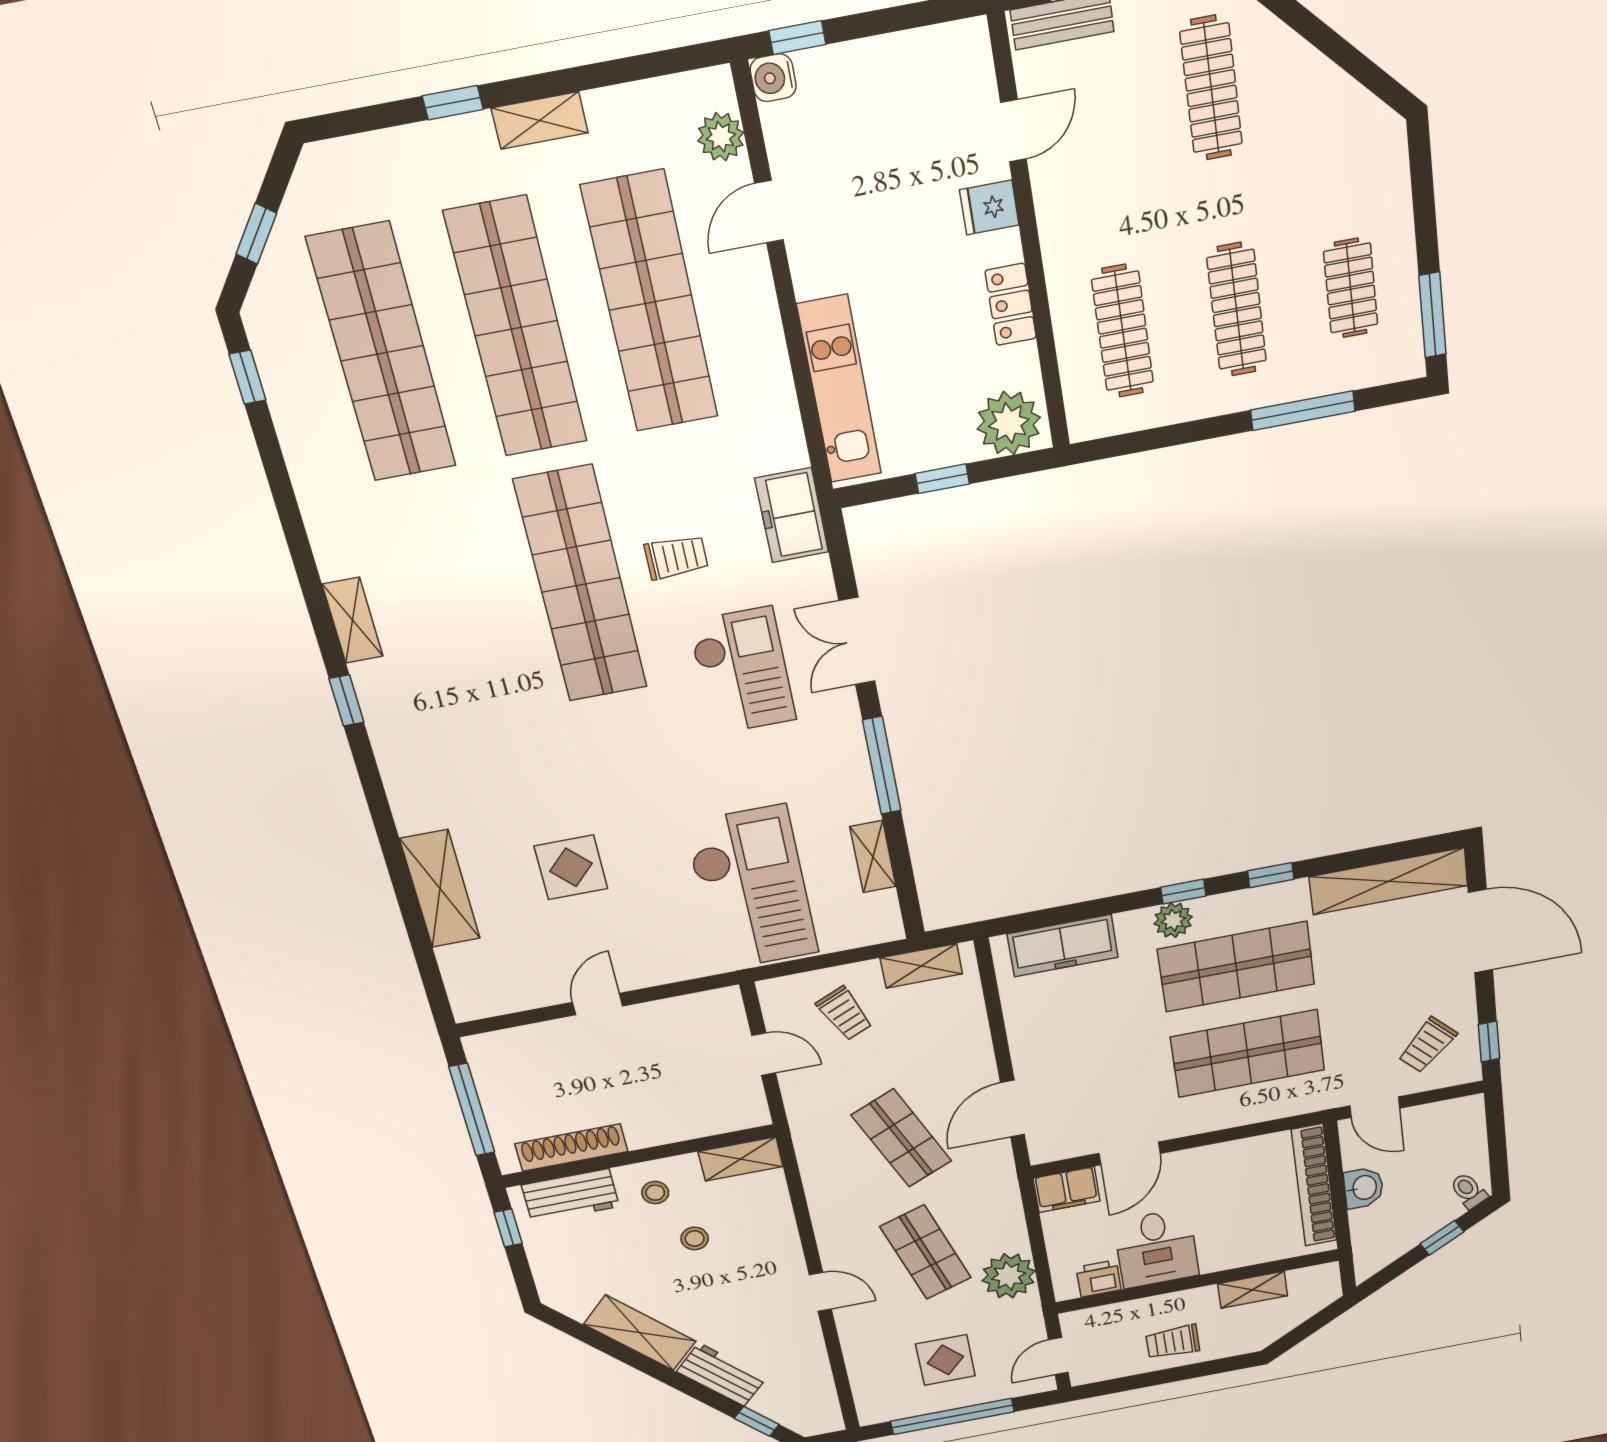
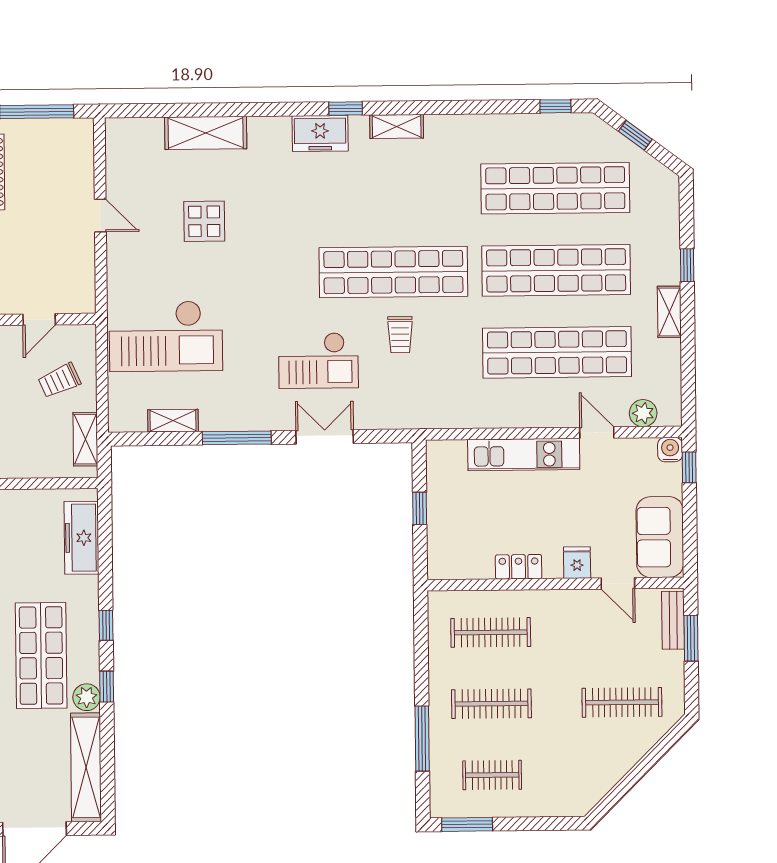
sofa: (925, 70) -> (660, 537), added
kitchen unit: (839, 390) -> (524, 454), moved
plant: (1009, 423) -> (447, 555), removed
freezer: (792, 515) -> (320, 133), moved, turned 180
plant: (1173, 920) -> (87, 697), moved

